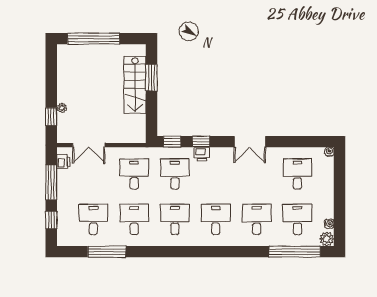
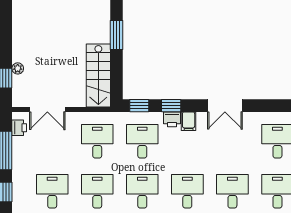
stairs: (135, 85) -> (98, 75), moved
filing cabinet: (217, 156) -> (189, 121), added

